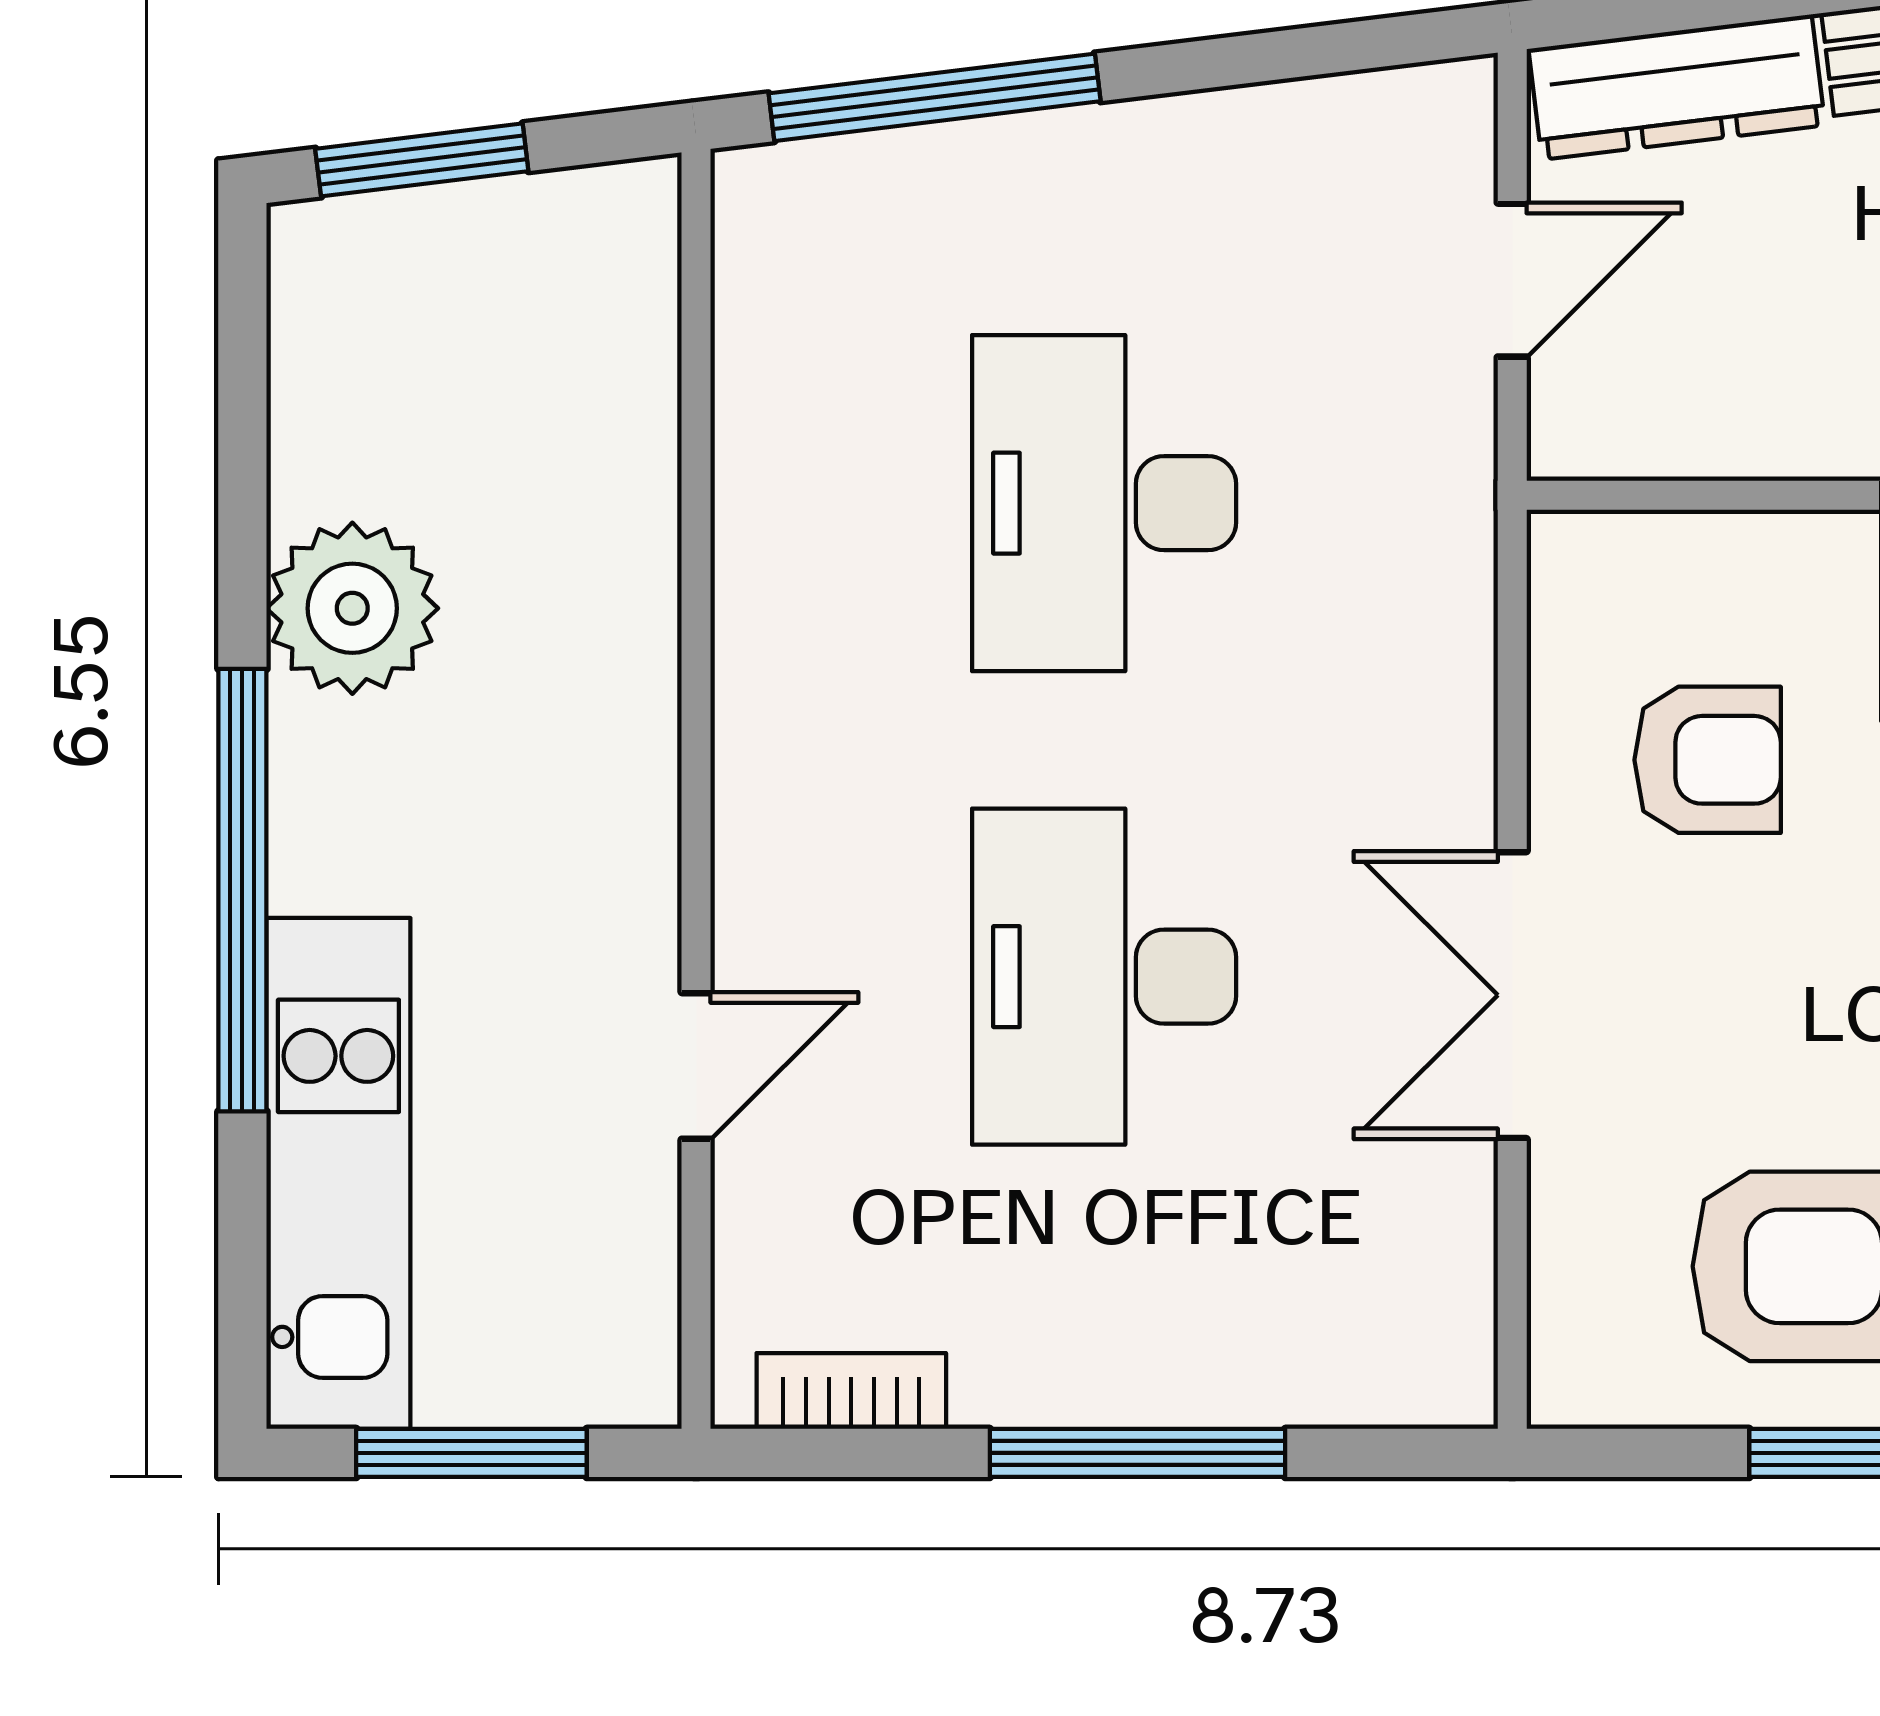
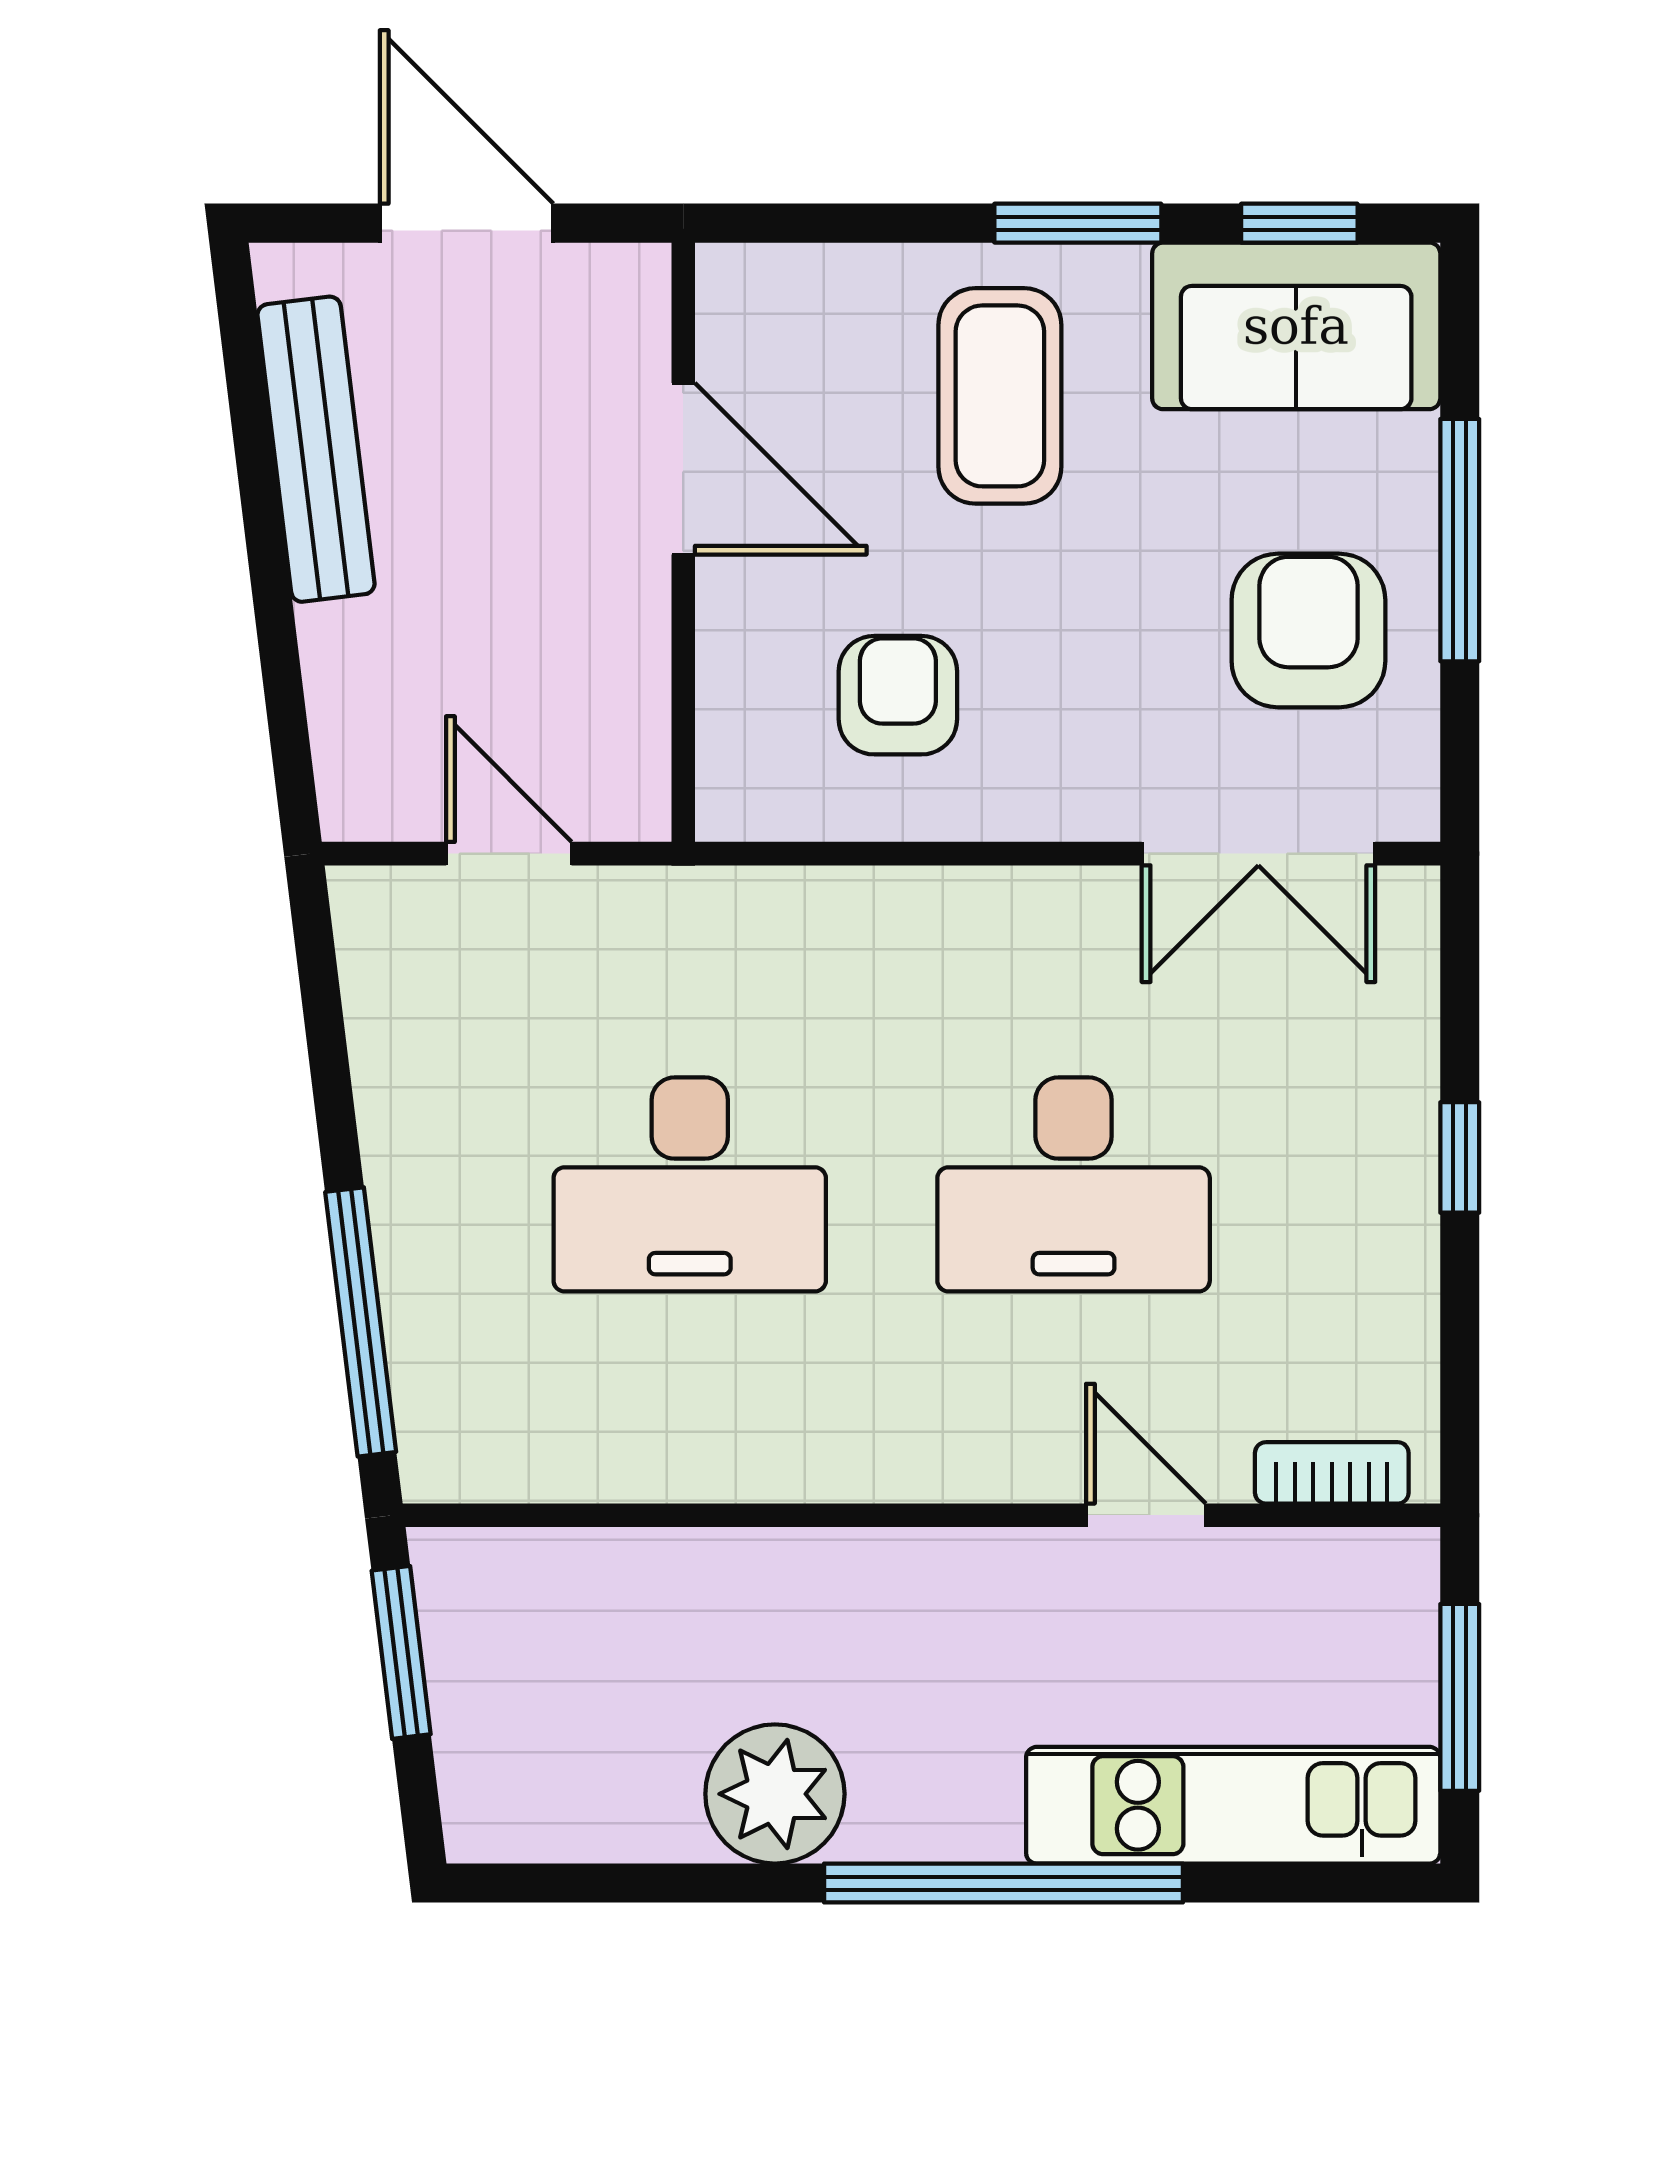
dresser: (1677, 87) -> (352, 720), removed
window: (422, 160) -> (401, 1652), moved
double door: (1512, 995) -> (1258, 854), moved
bookcase: (851, 1391) -> (1332, 1473), moved, turned 90
window: (1137, 1453) -> (1460, 1157), width x0.46

